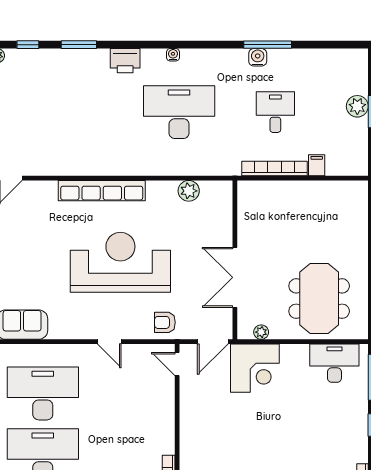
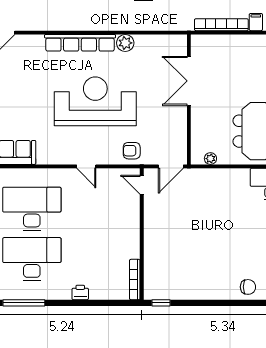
plant: (189, 191) -> (125, 43), moved
double door: (235, 277) -> (189, 81), moved
corner desk: (255, 368) -> (205, 188), removed

